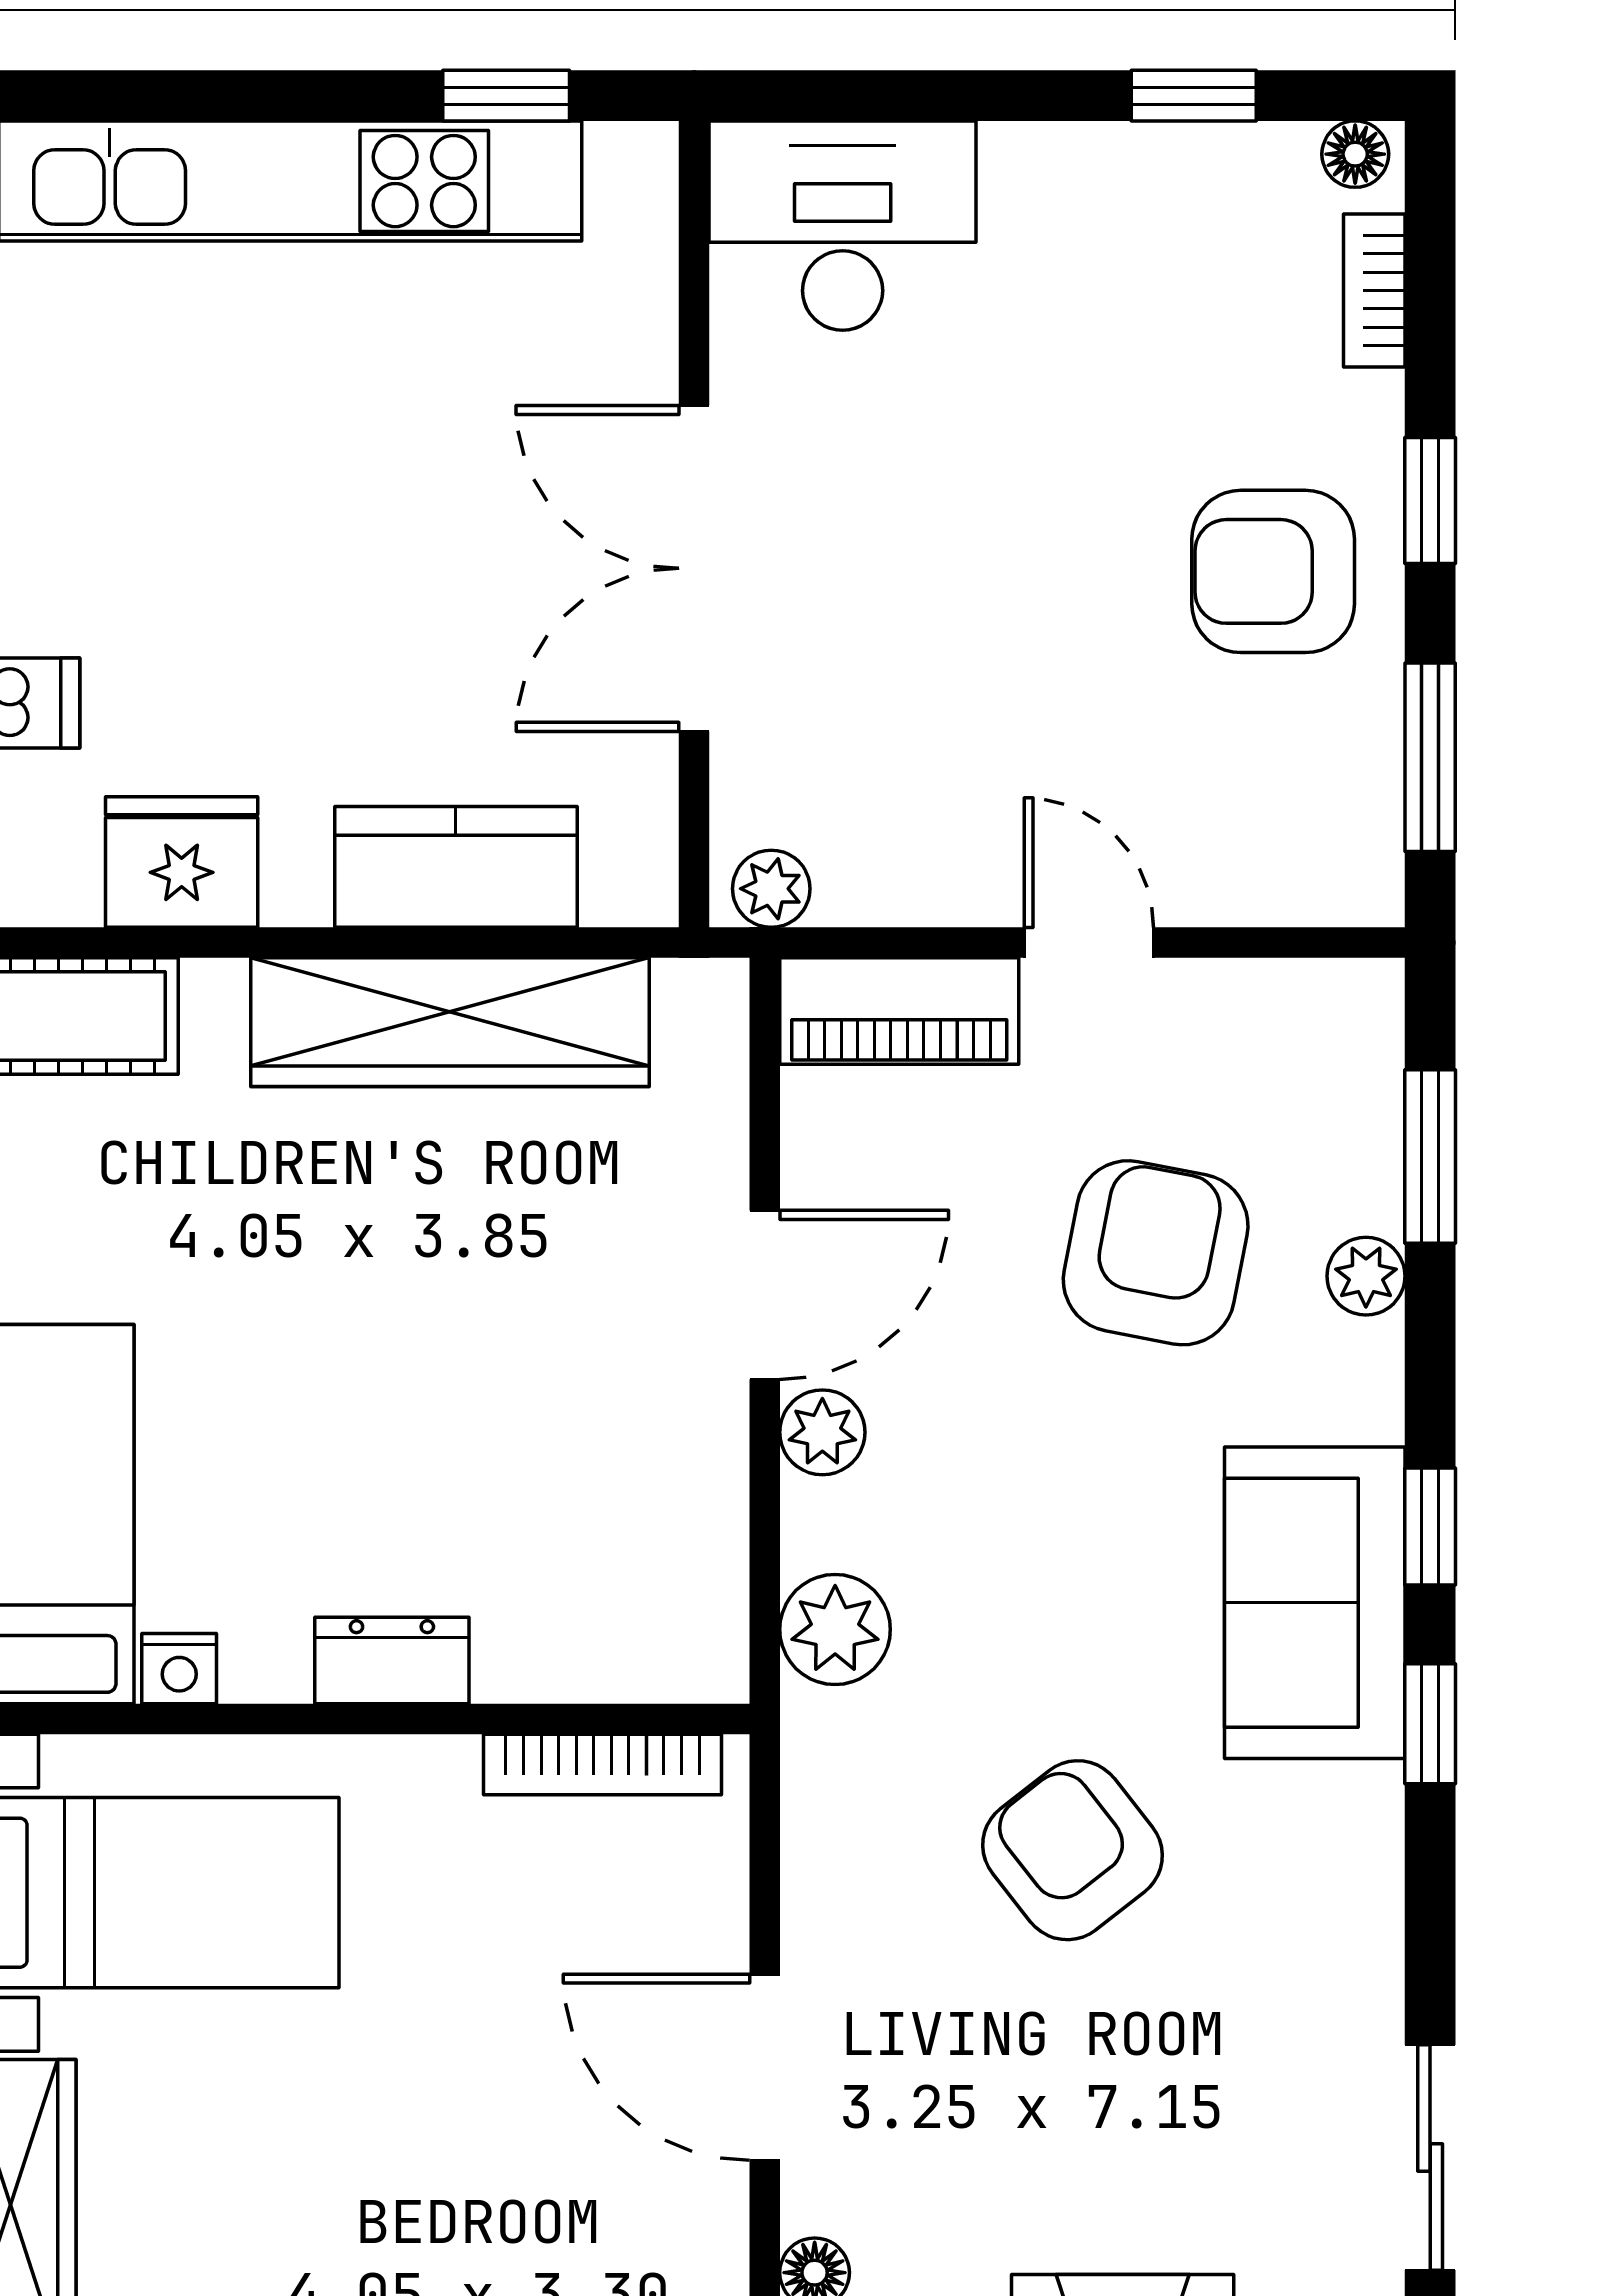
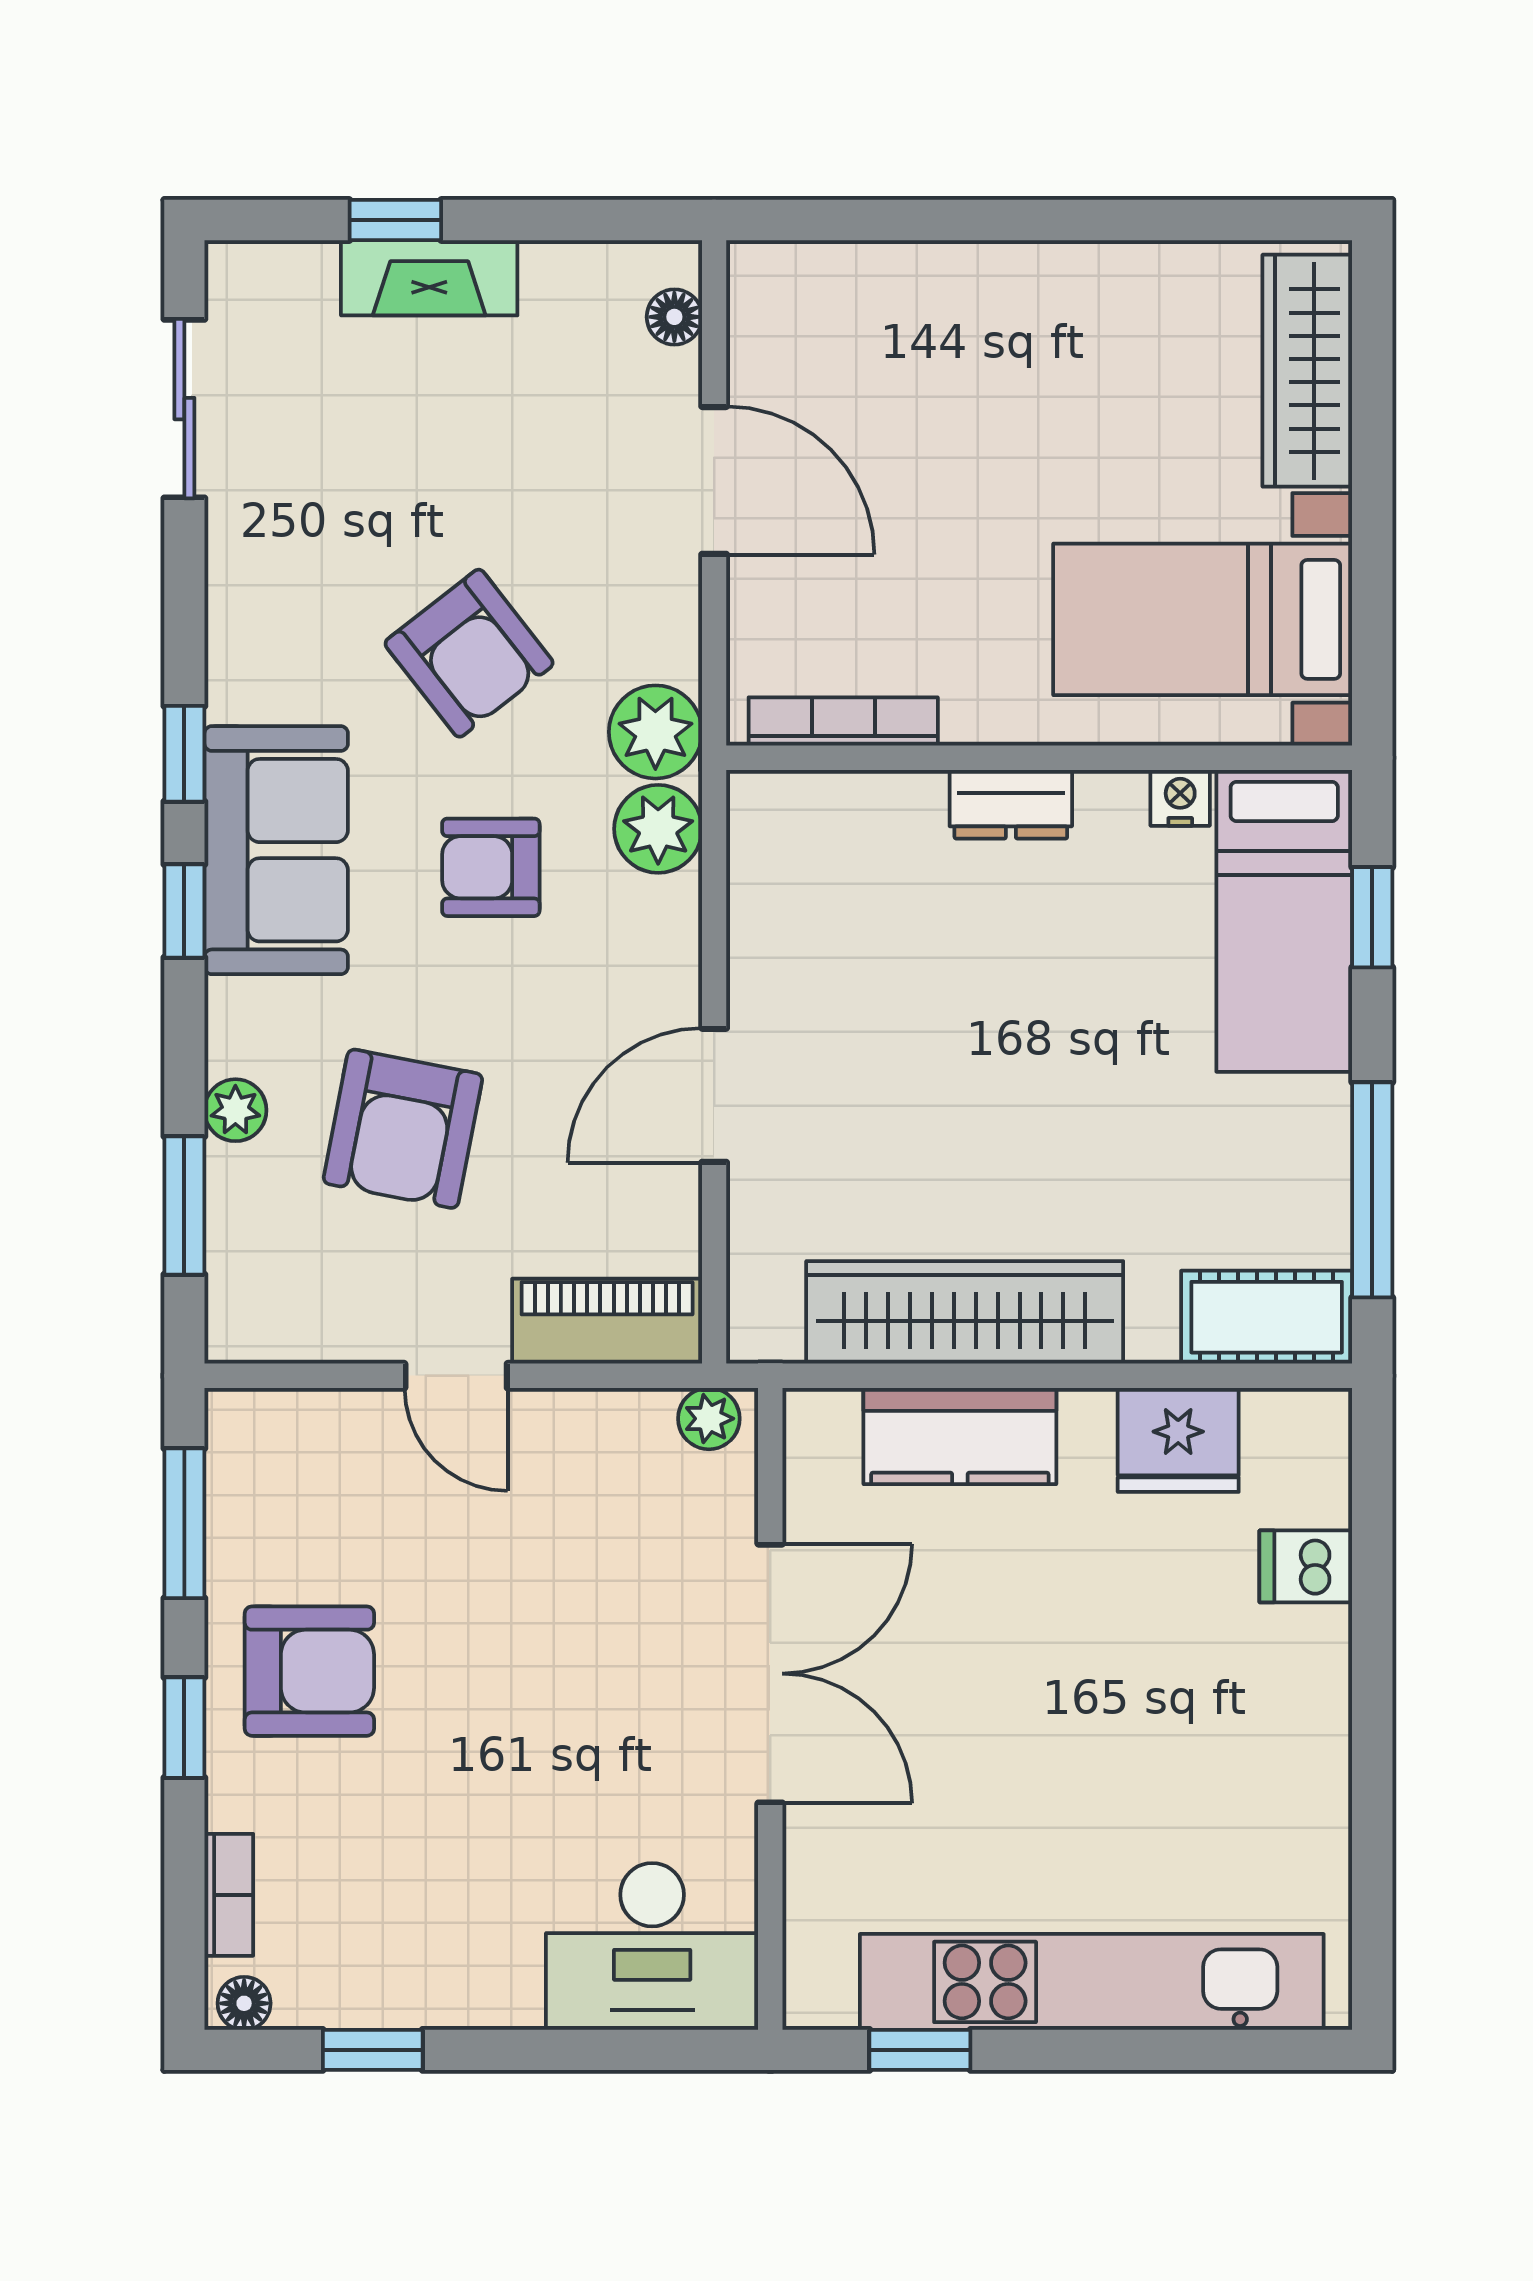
plant: (822, 1432) -> (655, 732), moved, width x1.38, depth x1.38
armchair: (1045, 1581) -> (491, 867), added

